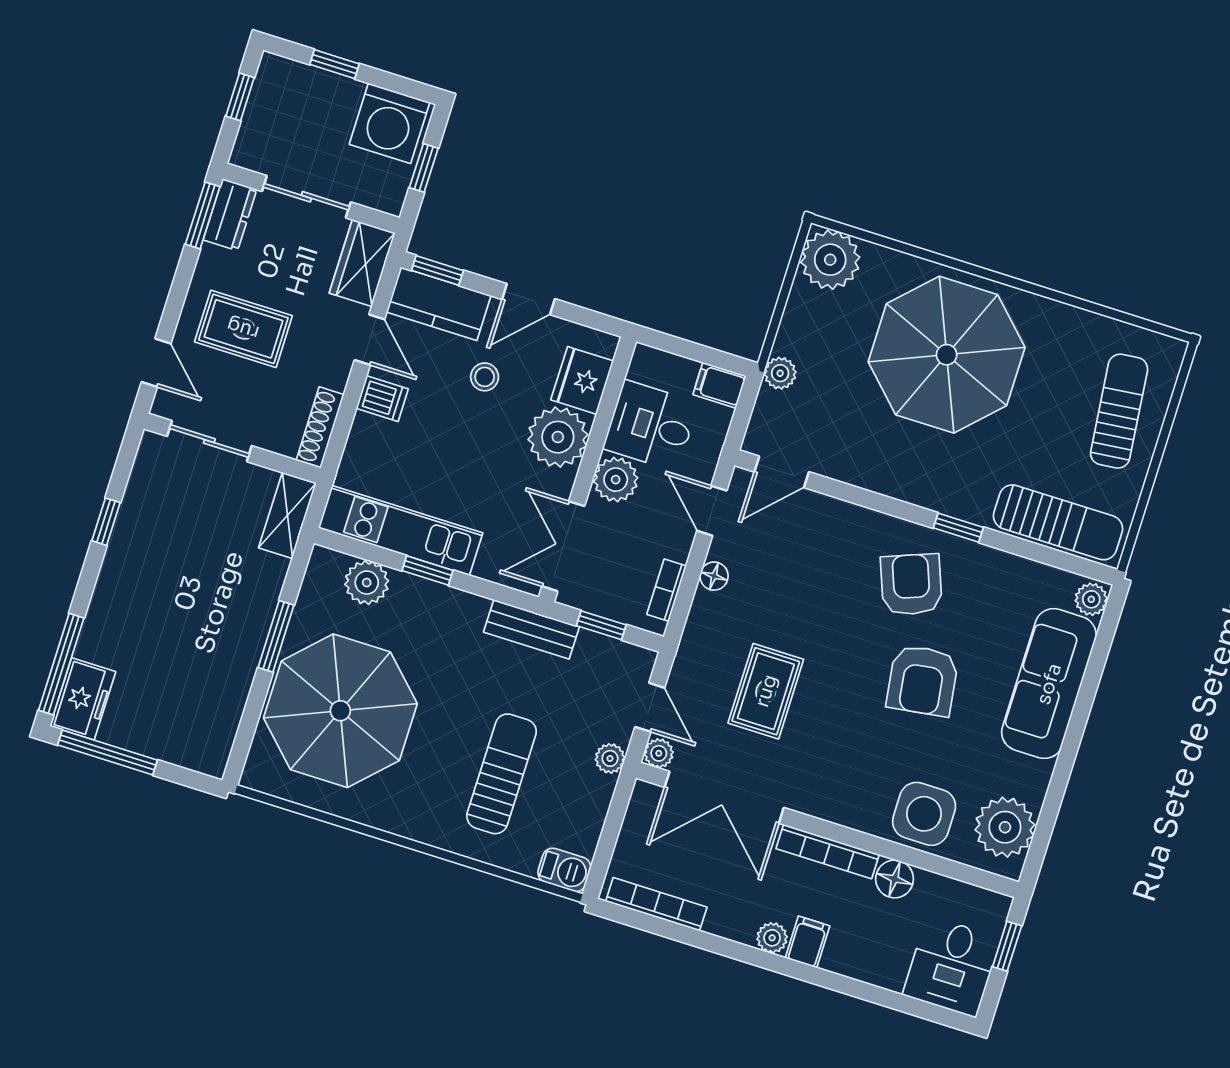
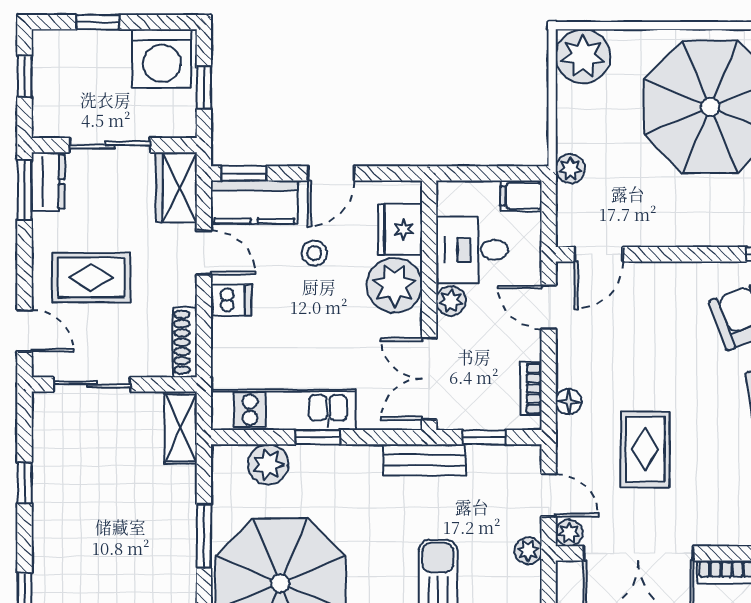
plant: (616, 480) -> (451, 301), width x0.73, depth x0.73
floor lamp: (714, 576) -> (569, 402), moved

